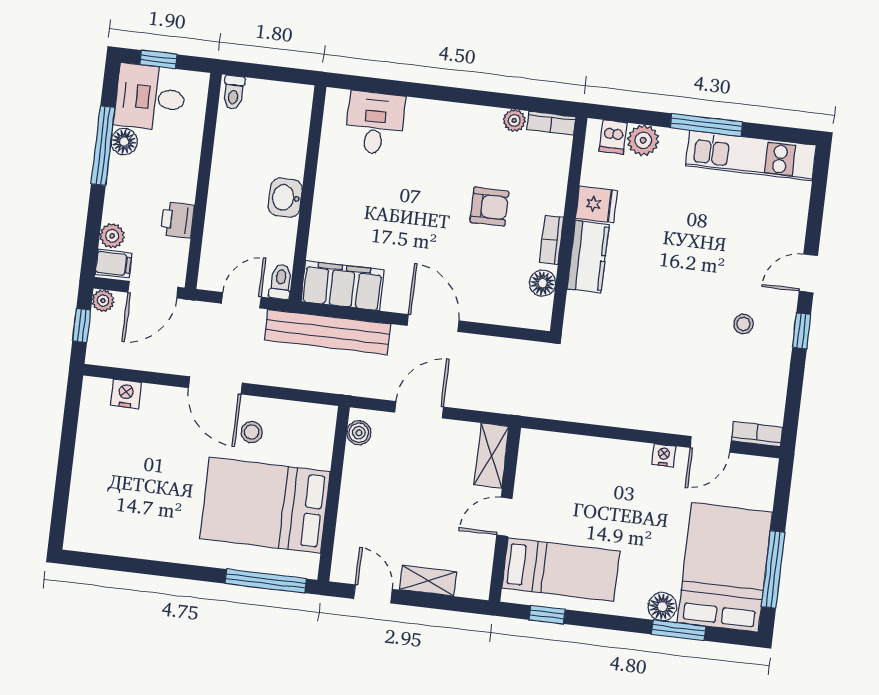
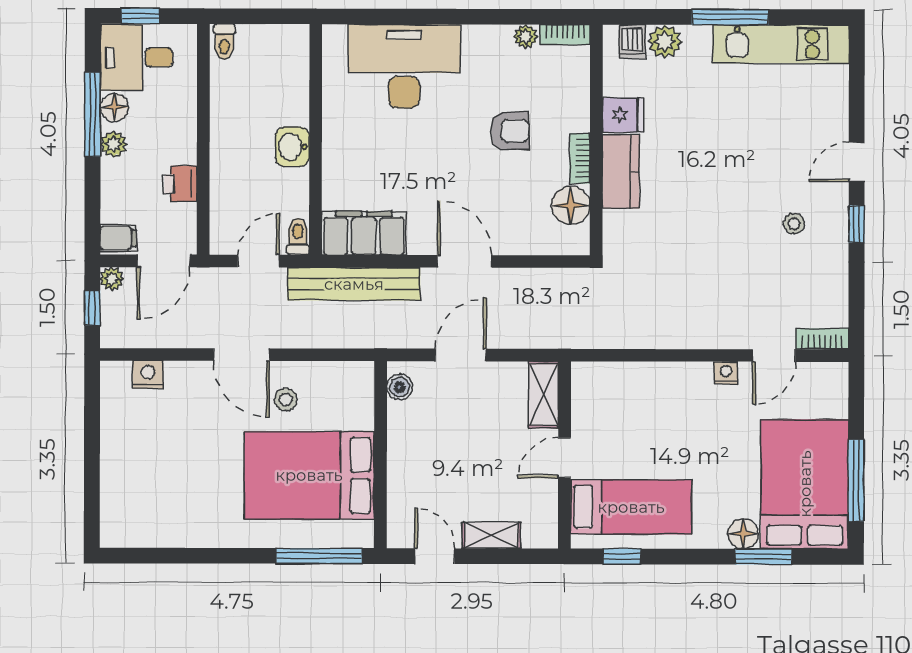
desk: (375, 123) -> (404, 66), width x1.87, depth x1.30
plant: (112, 236) -> (113, 144), moved
floor lamp: (543, 283) -> (571, 205), width x1.38, depth x1.38

